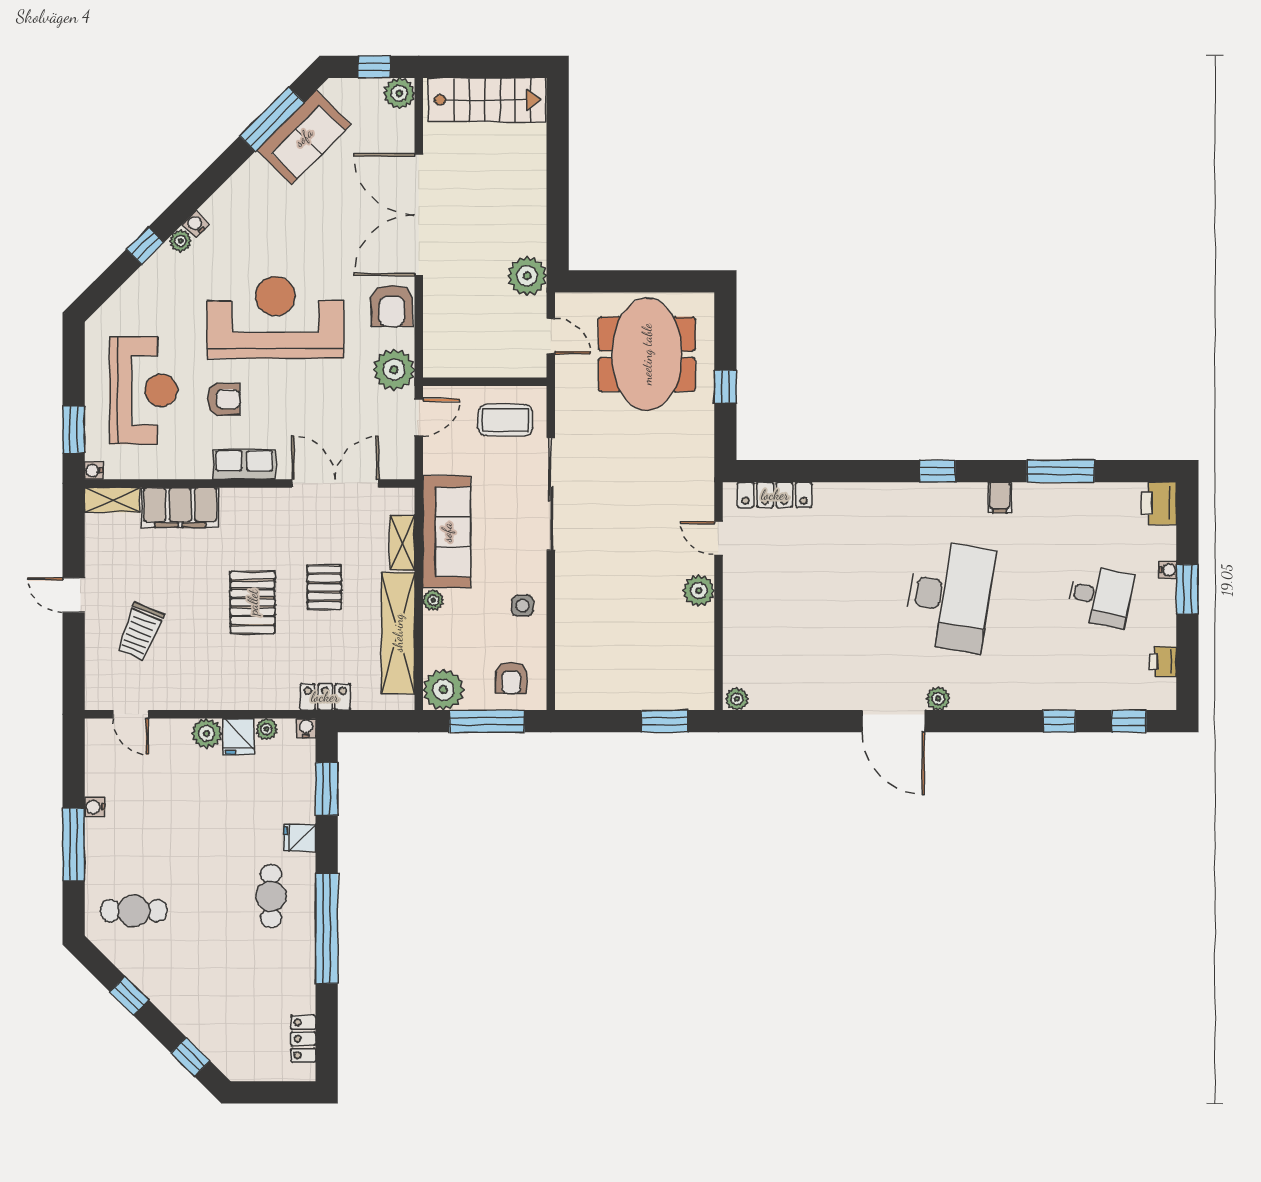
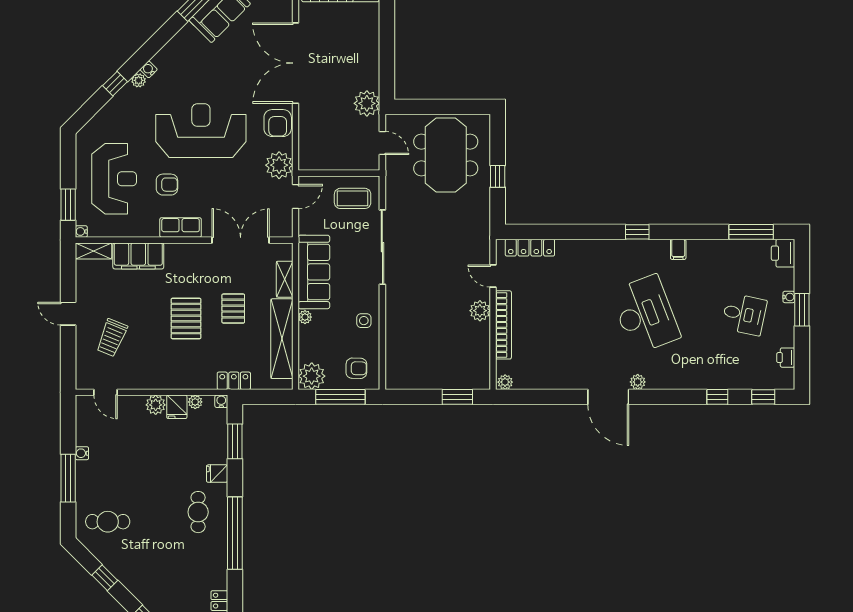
window: (1060, 471) -> (751, 232), moved
desk: (950, 596) -> (645, 314), turned -30
bookcase: (734, 612) -> (503, 325), added
armchair: (511, 678) -> (356, 368), turned -89

